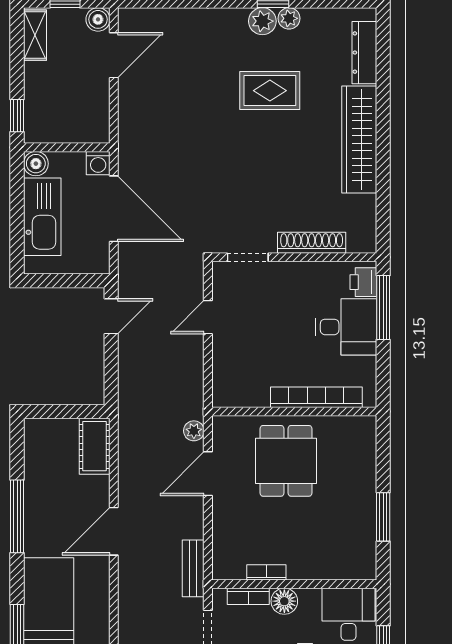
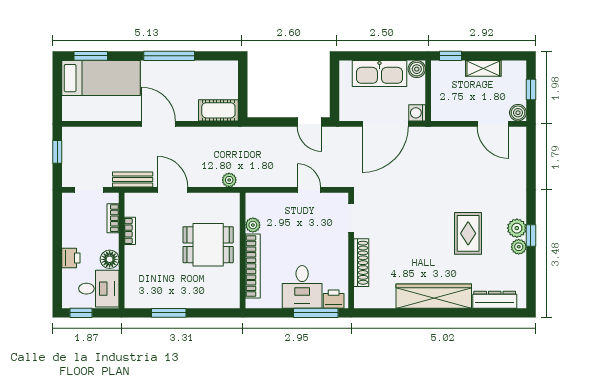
shelving: (35, 35) -> (483, 68), moved
plant: (258, 397) -> (253, 225), added
door: (208, 474) -> (173, 190), moved
floor lamp: (284, 601) -> (110, 259), moved

